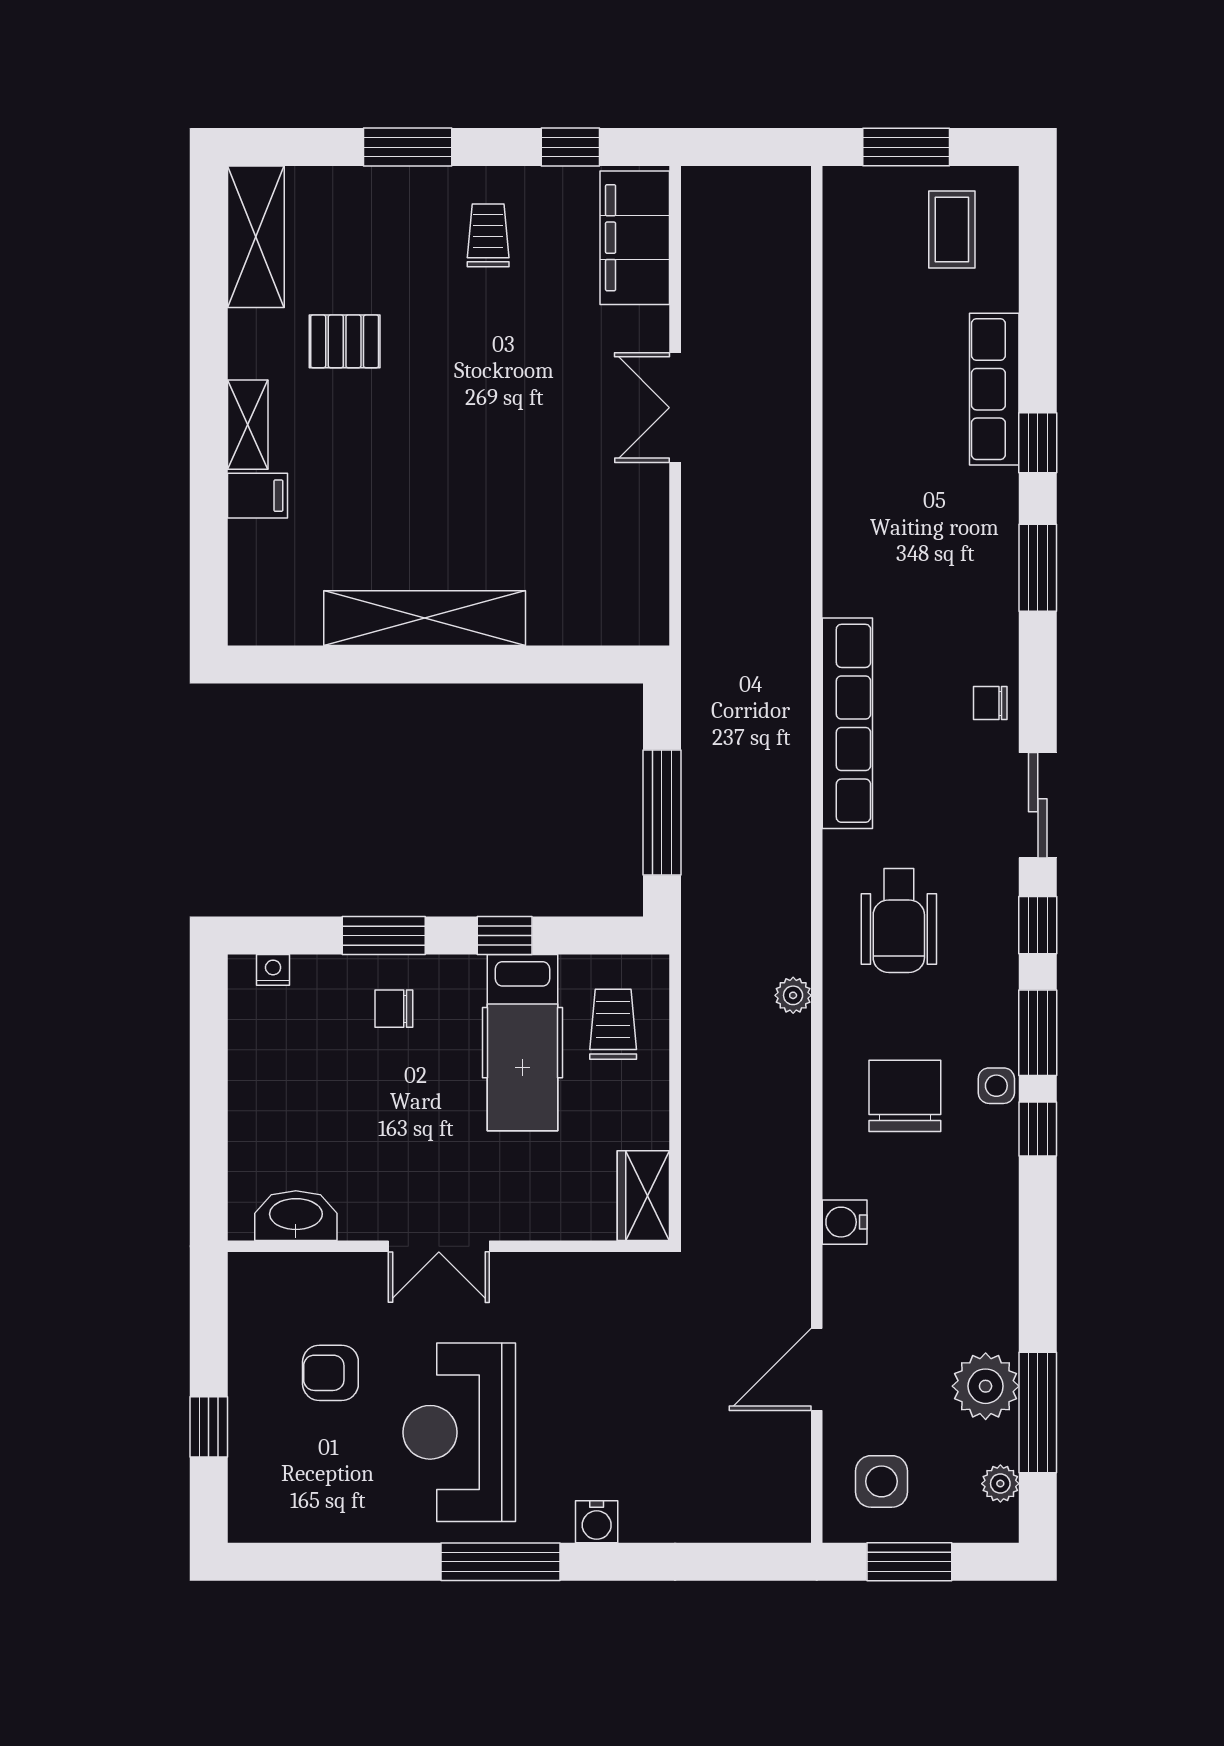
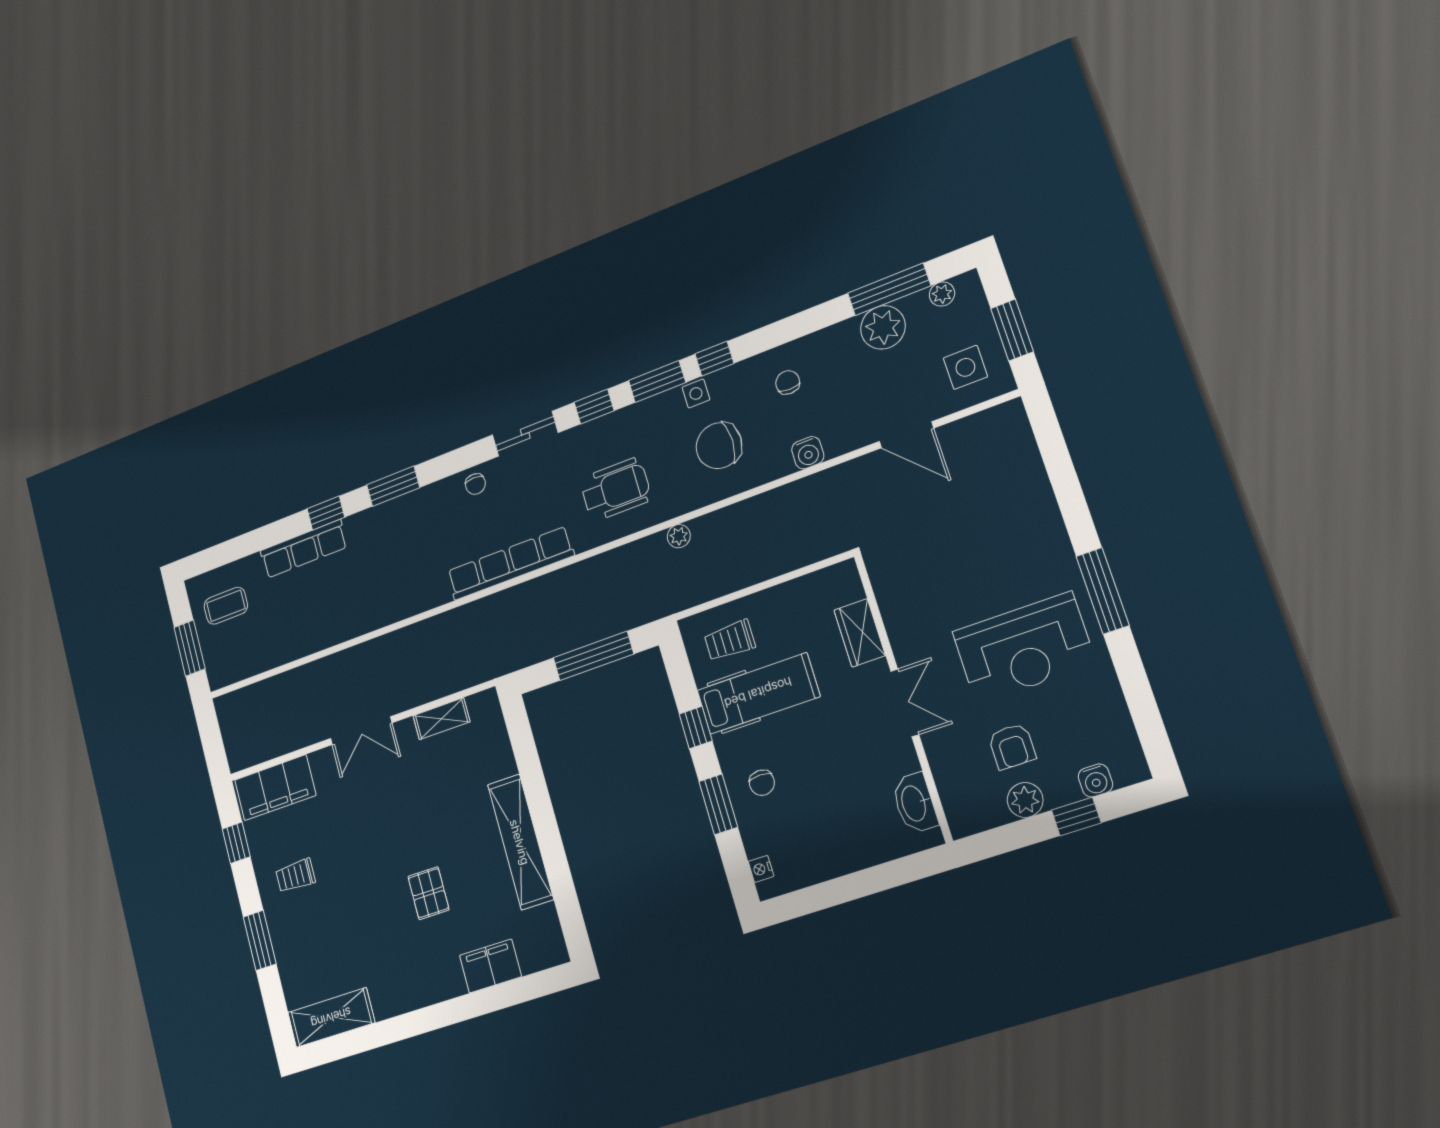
pallet: (345, 341) -> (428, 893), moved
shelving: (248, 425) -> (441, 719), moved
filing cabinet: (257, 496) -> (490, 966), width x2.00
wardrobe: (643, 1196) -> (860, 633), moved, turned 90
chair: (959, 1225) -> (788, 382), added
plant: (252, 1367) -> (1025, 800), added
water cooler: (597, 1522) -> (1095, 780), moved, turned 90

